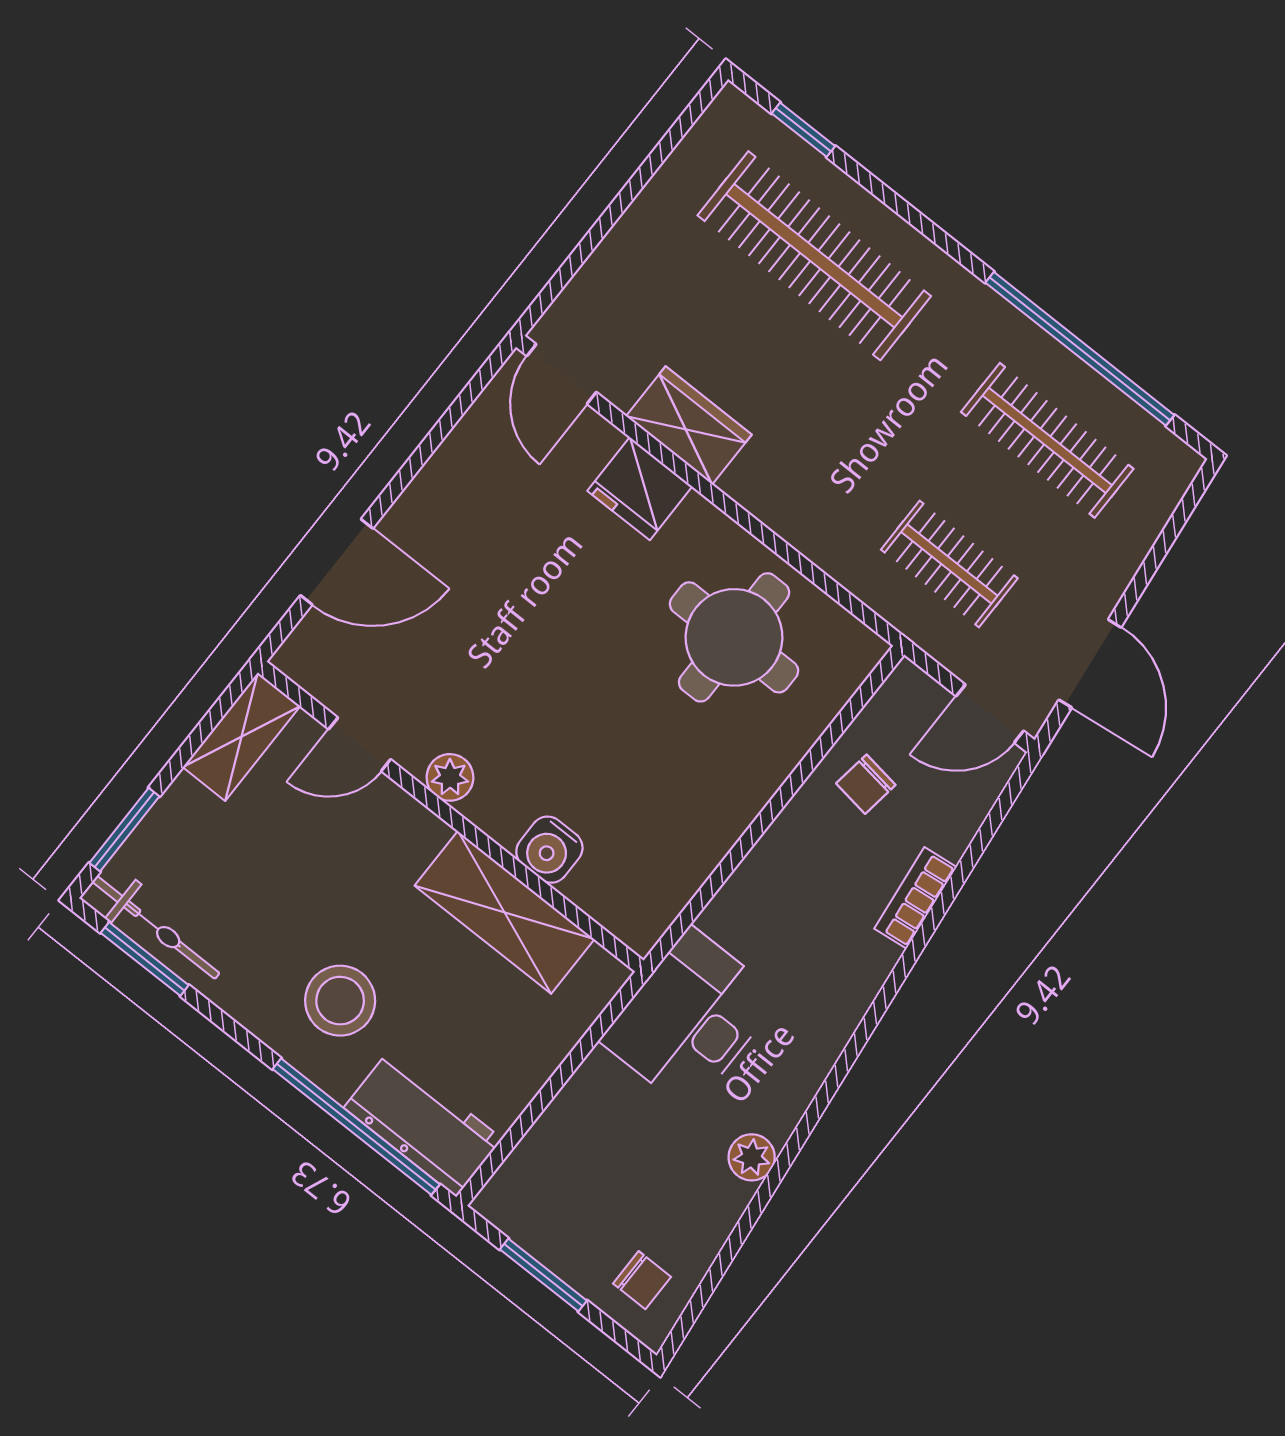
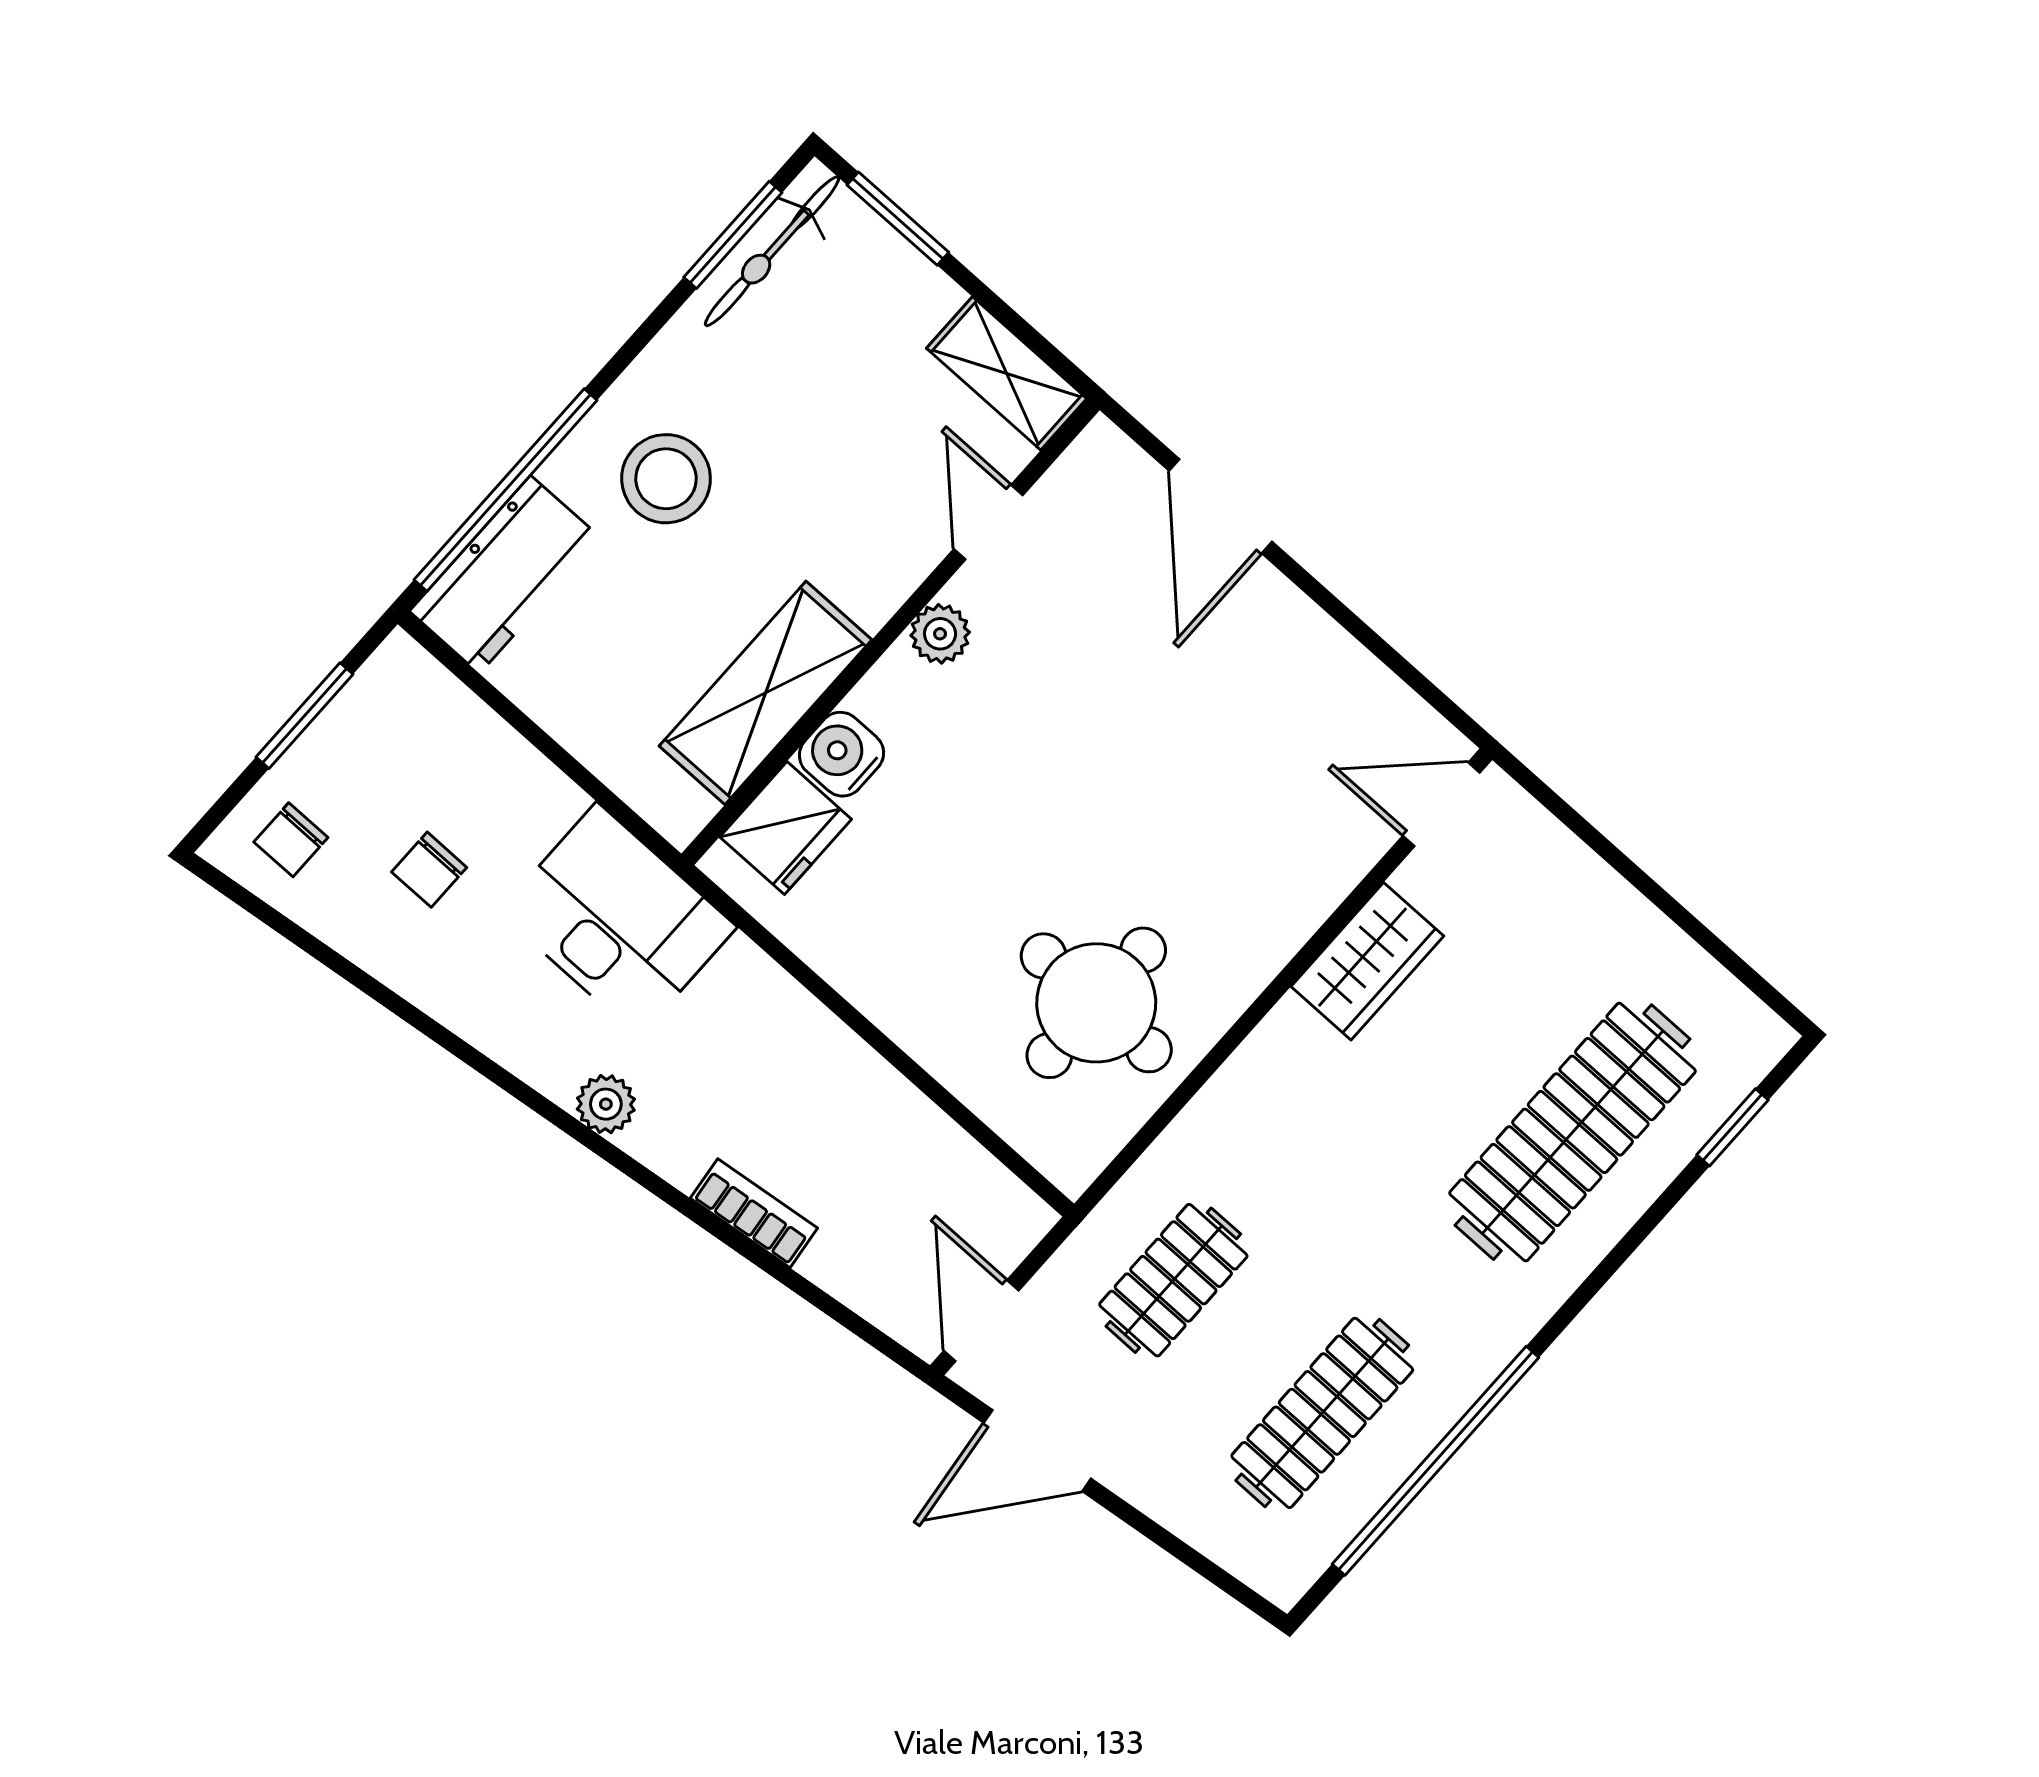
fridge: (640, 489) -> (786, 828), moved, turned 180
chair: (866, 784) -> (429, 870), moved, turned -98
plant: (752, 1157) -> (606, 1104), moved

